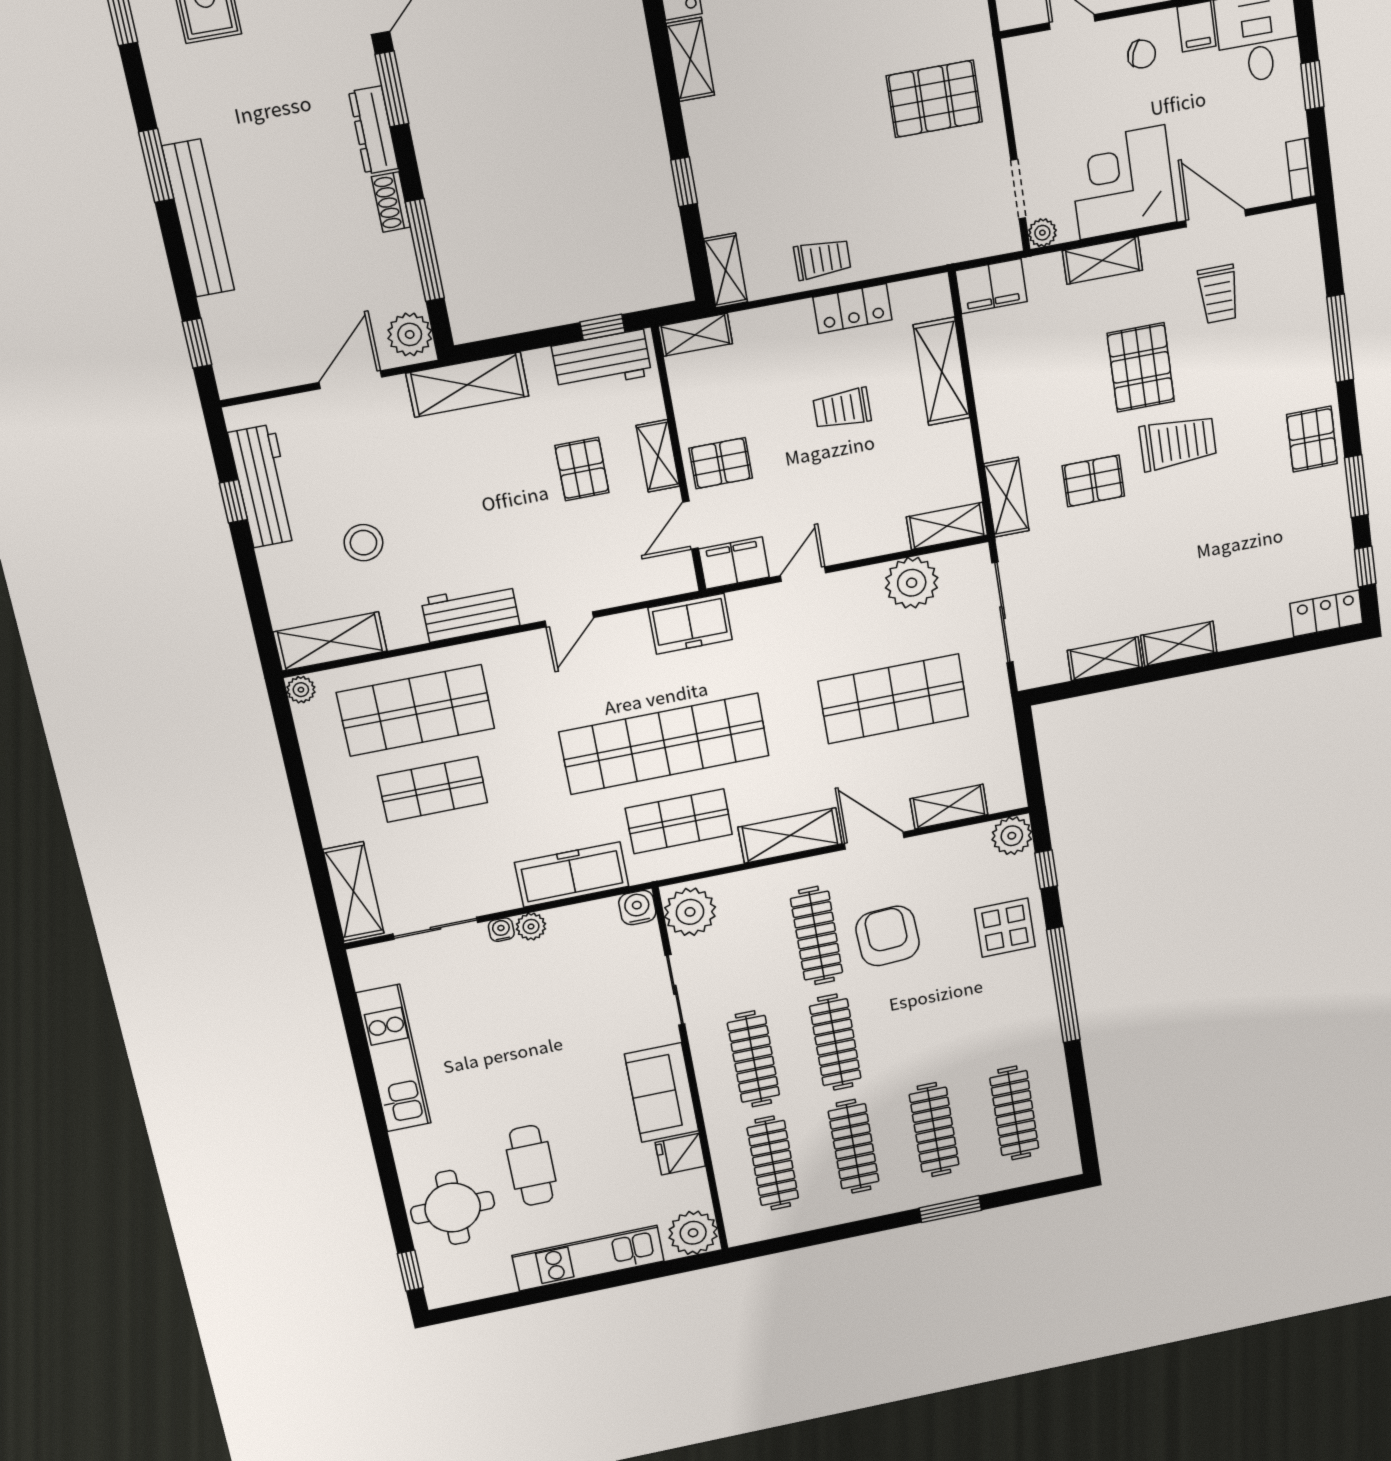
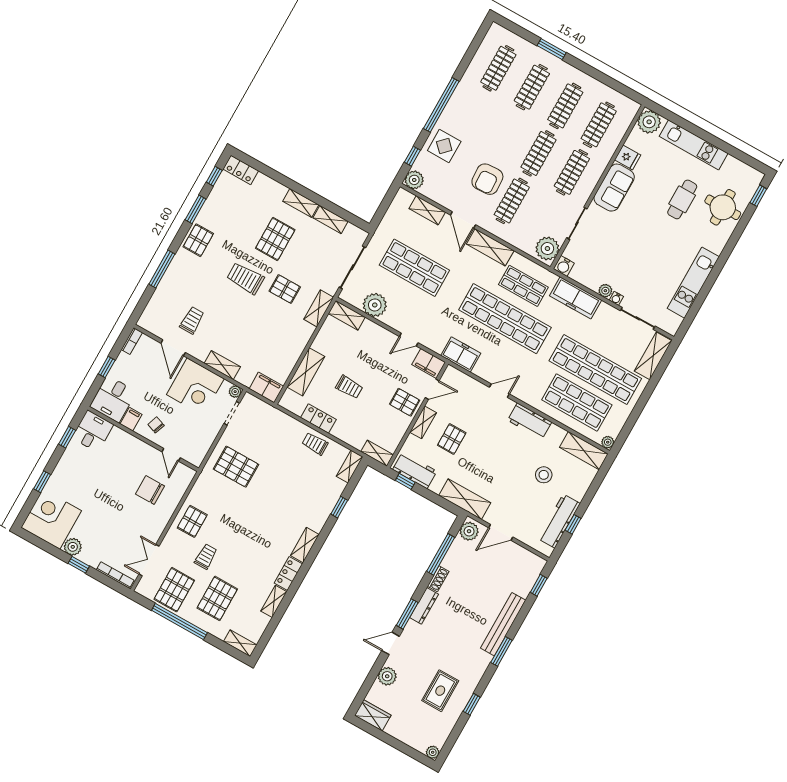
pallet: (1141, 367) -> (275, 239), moved
shop shelf: (433, 789) -> (595, 370), width x2.00, depth x1.36

